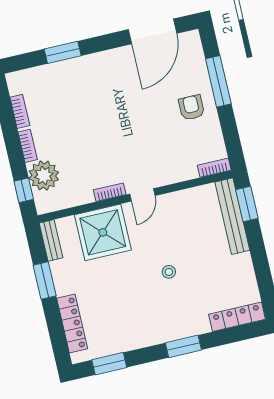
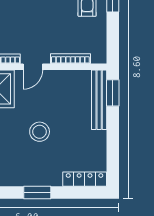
bookcase: (214, 168) -> (70, 59), moved, width x1.56
stool: (169, 272) -> (40, 132), width x1.89, depth x1.89

